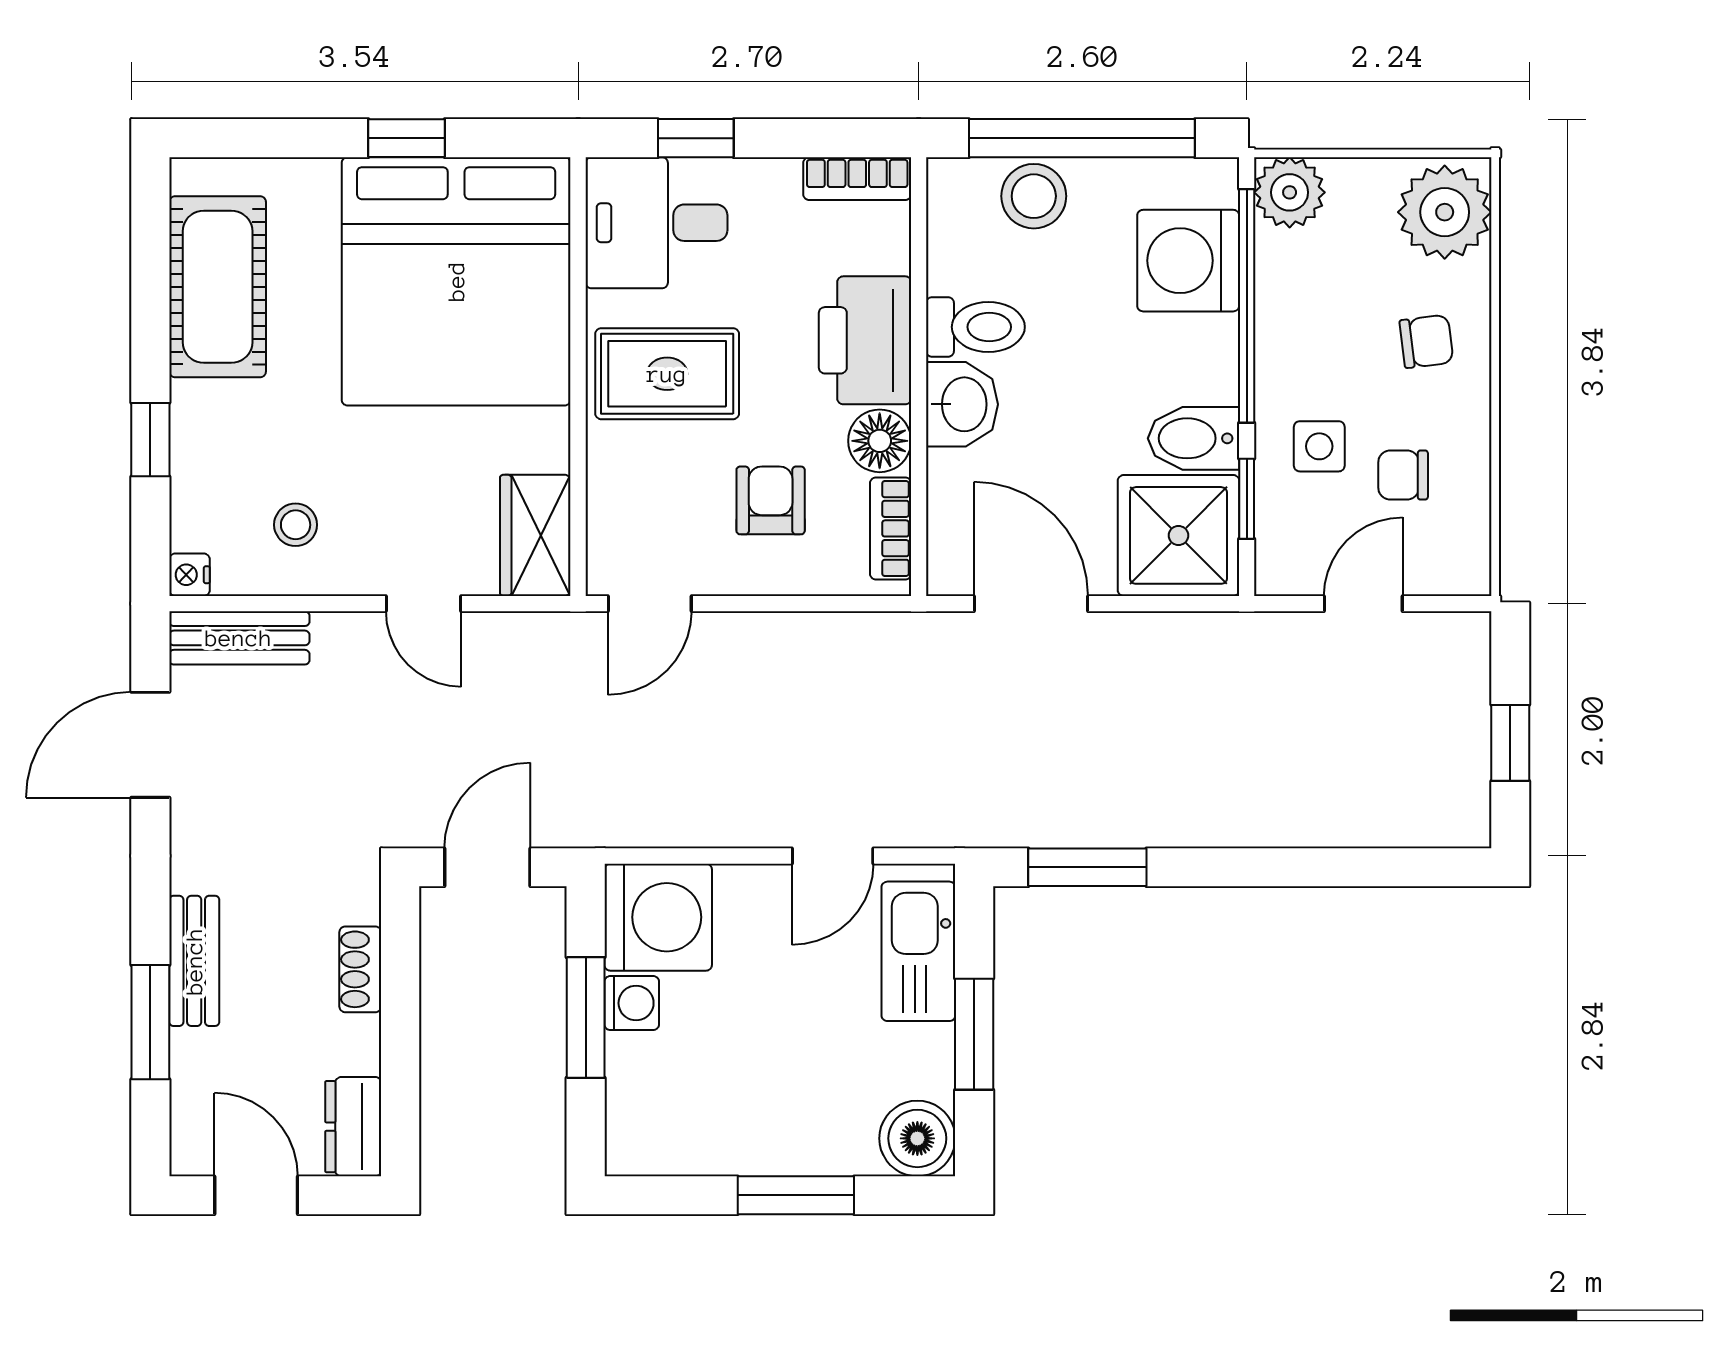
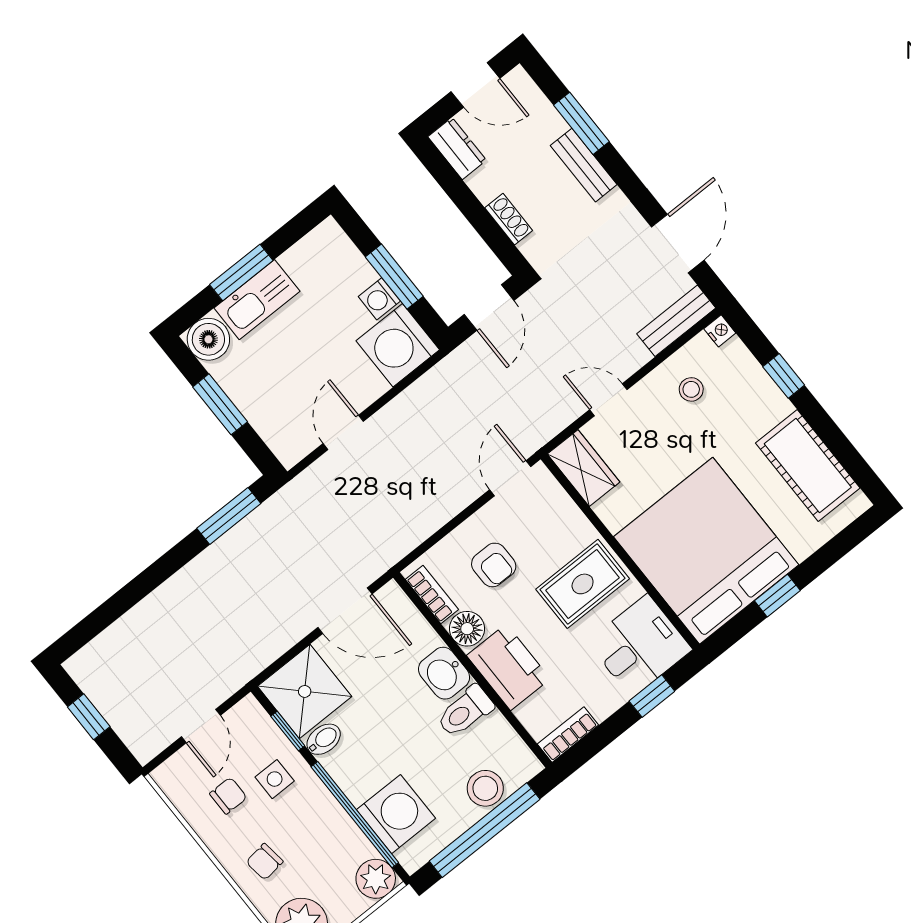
bidet: (1194, 438) -> (324, 739), width x0.72, depth x0.74
kitchen sink: (918, 951) -> (257, 300), moved, turned 90

